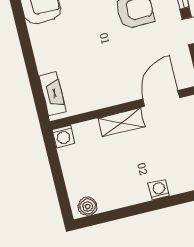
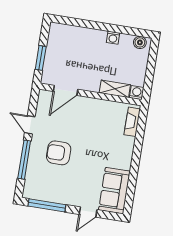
shelving: (121, 122) -> (115, 89), moved
washing machine: (159, 190) -> (113, 38), moved

